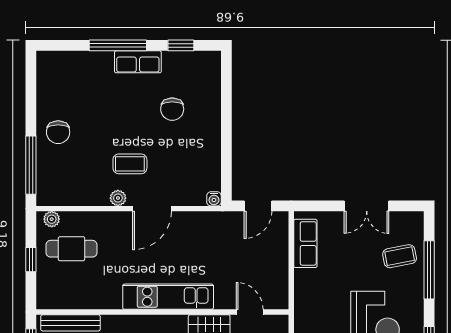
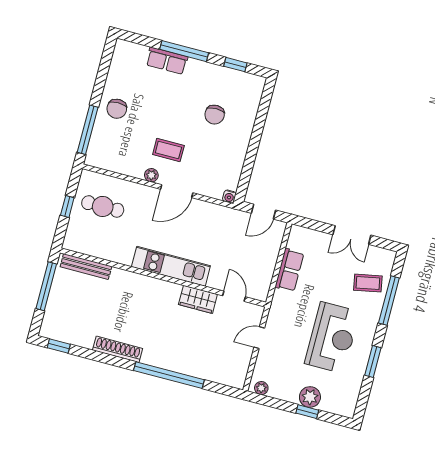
row of seats: (138, 62) -> (167, 61), moved
plant: (52, 219) -> (93, 178), removed
row of seats: (305, 243) -> (289, 270), moved

